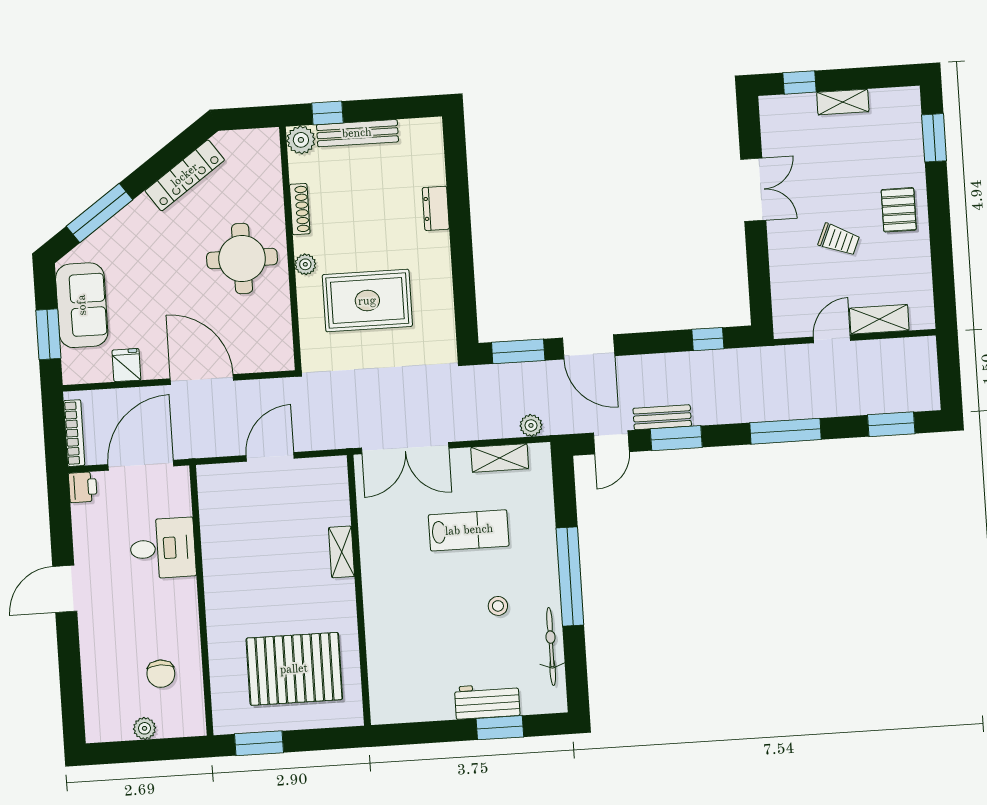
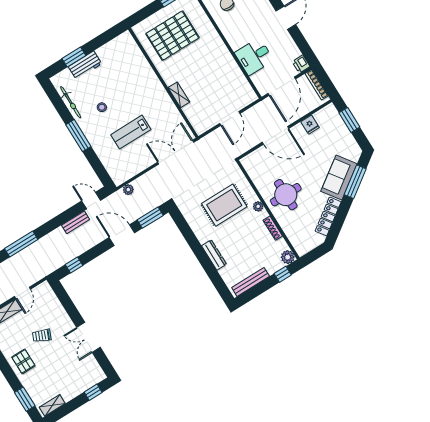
shelving: (843, 102) -> (52, 405), moved
bench: (357, 133) -> (251, 282), moved
dresser: (436, 208) -> (214, 255), width x1.44
sofa: (82, 305) -> (339, 178), moved, turned 55
window: (676, 438) -> (65, 217), removed
door: (611, 442) -> (91, 201), hinge flipped
shelving: (500, 458) -> (134, 169), removed
window: (570, 576) -> (78, 136), width x0.68

